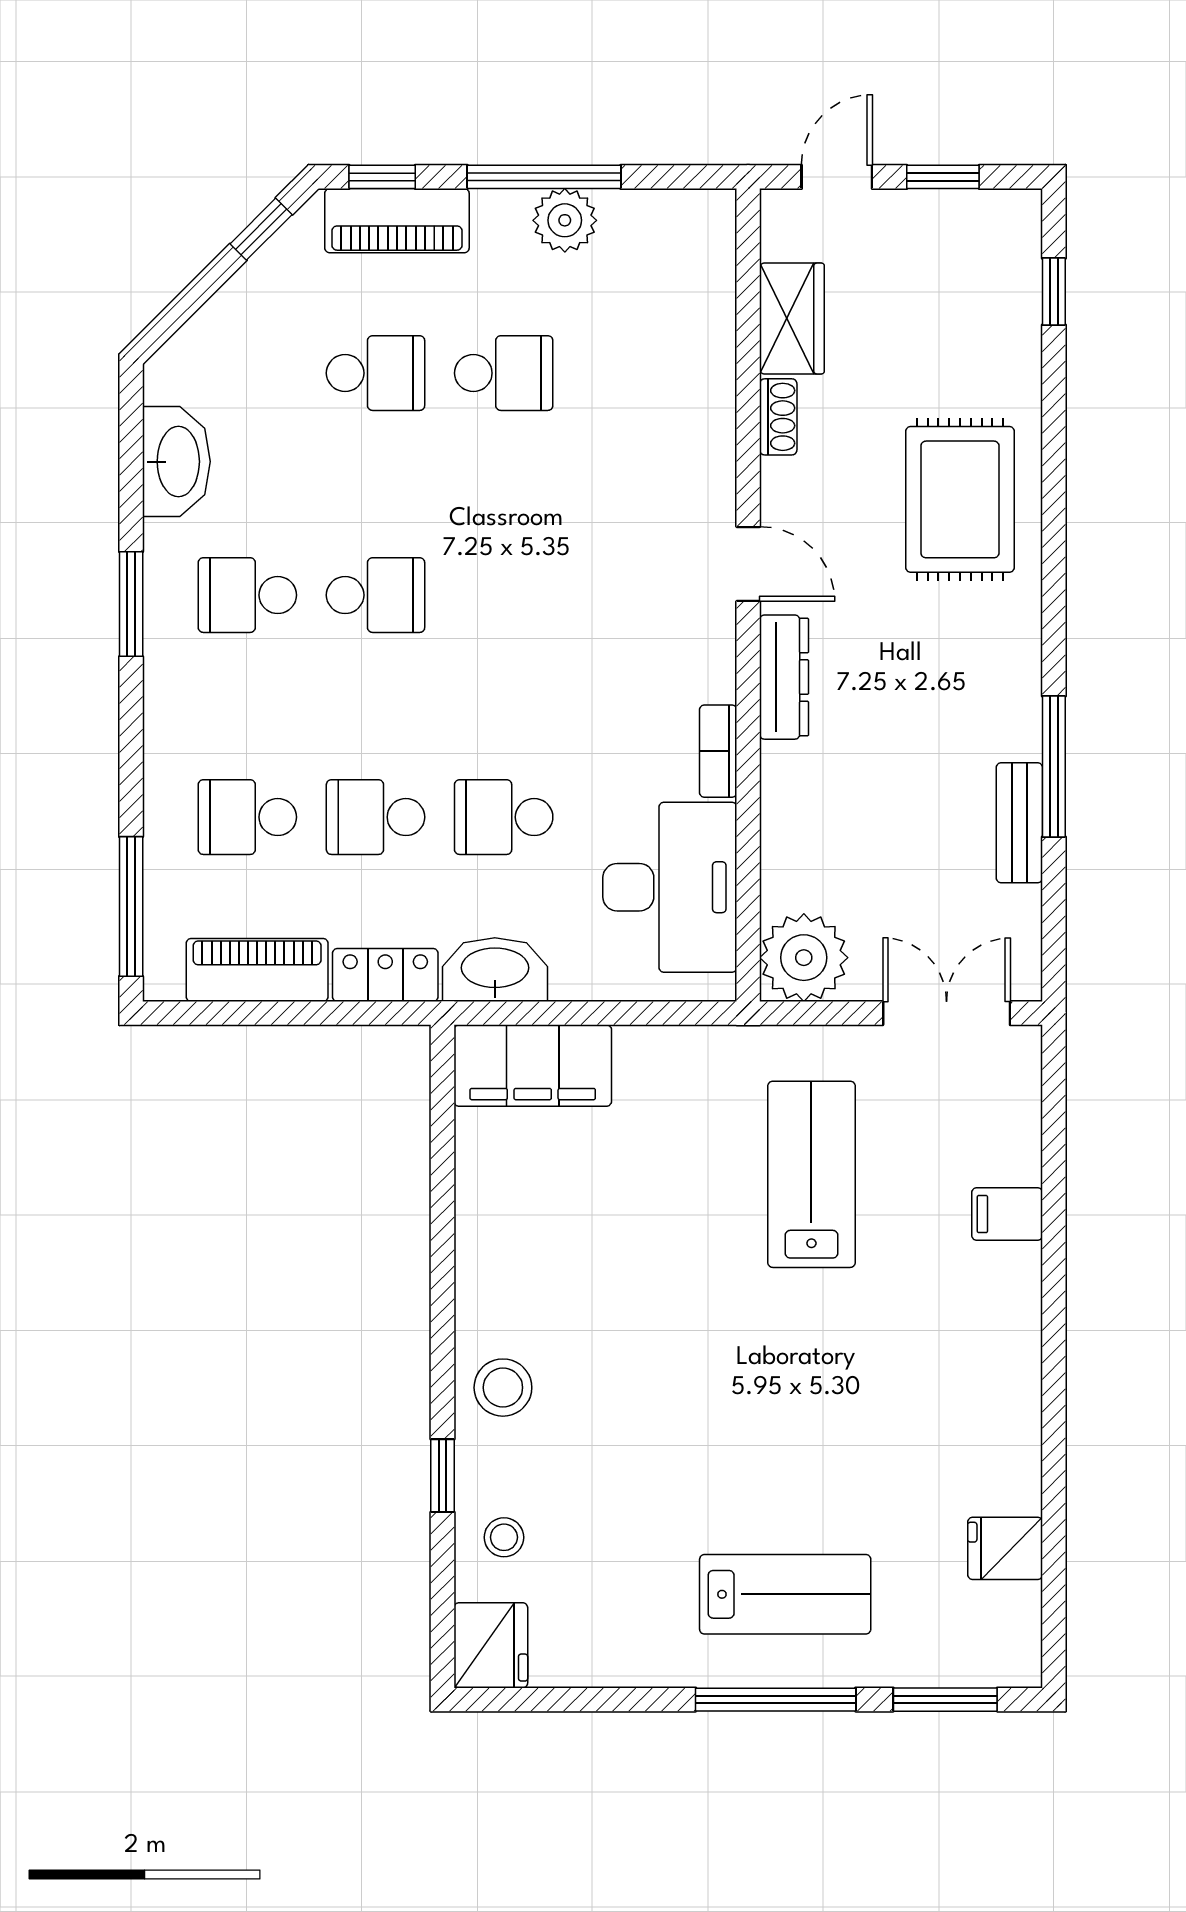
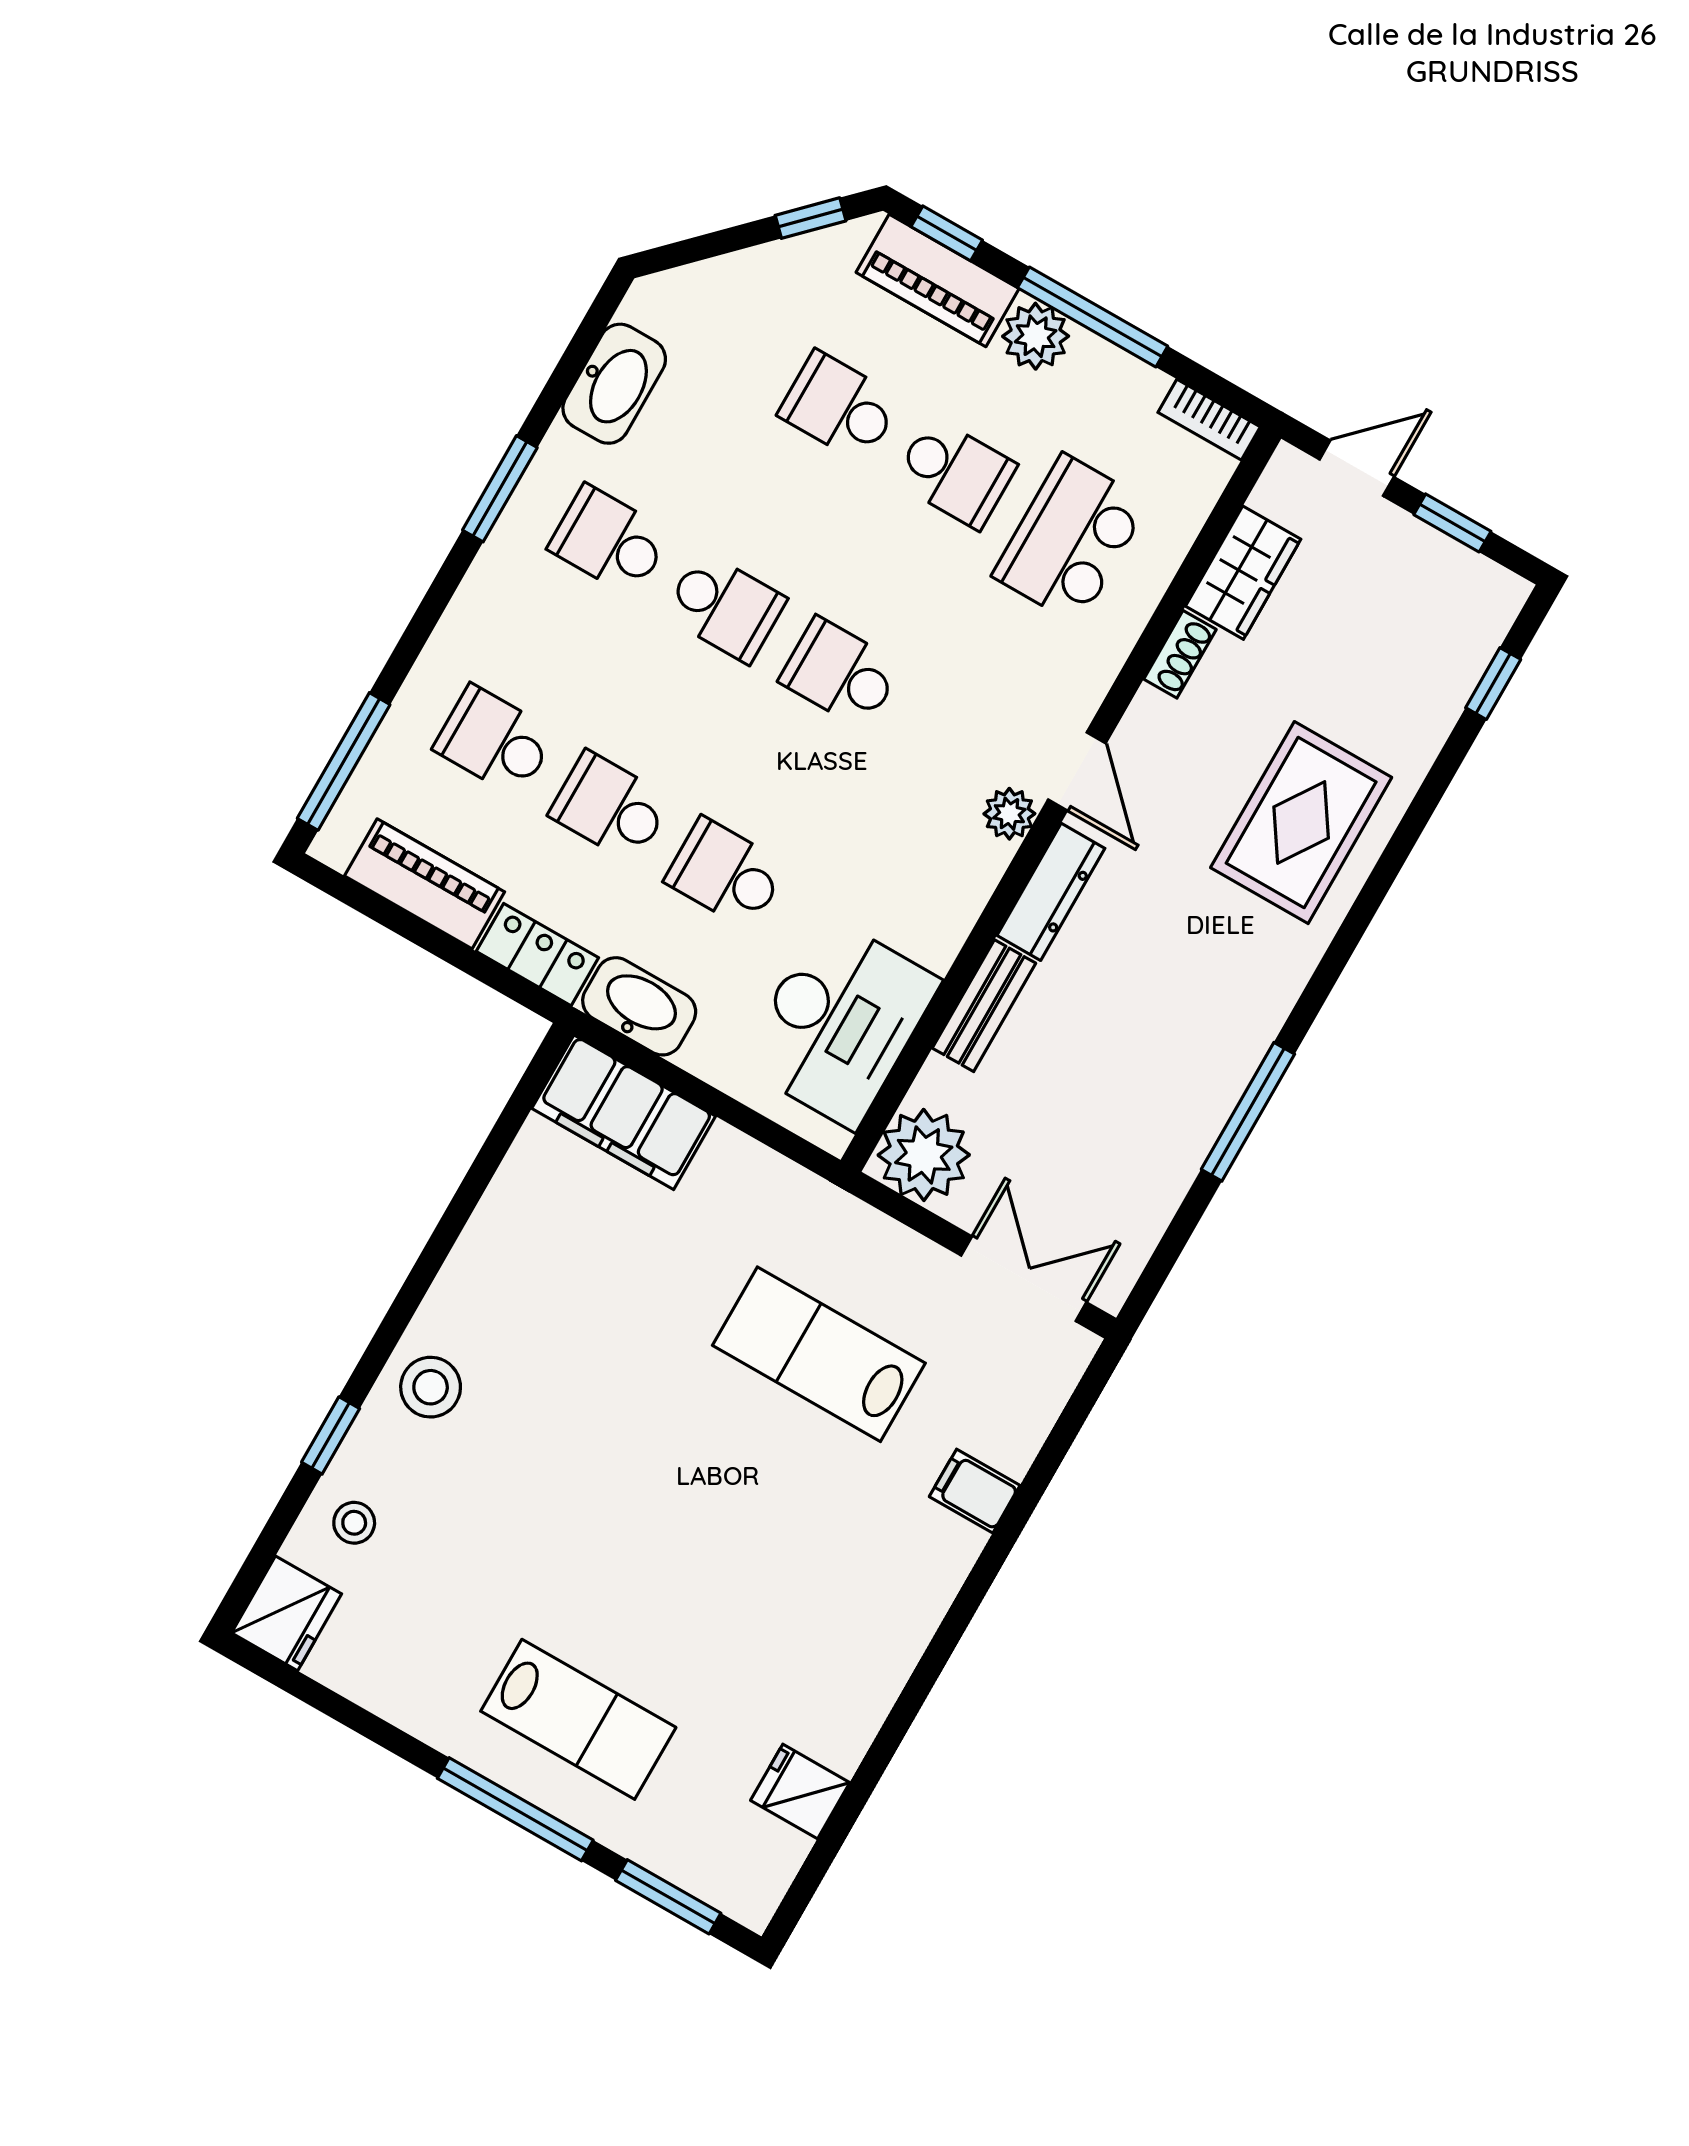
plant: (565, 220) -> (1036, 336), moved
school desk: (376, 373) -> (840, 407), turned 180
school desk: (632, 373) -> (1071, 539), added
school desk: (504, 595) -> (840, 673), added
plant: (712, 632) -> (1009, 814), added
bookcase: (718, 751) -> (1209, 420), moved, turned -90
bench: (1019, 823) -> (984, 1006), moved
lab bench: (811, 1174) -> (819, 1354), turned -90

